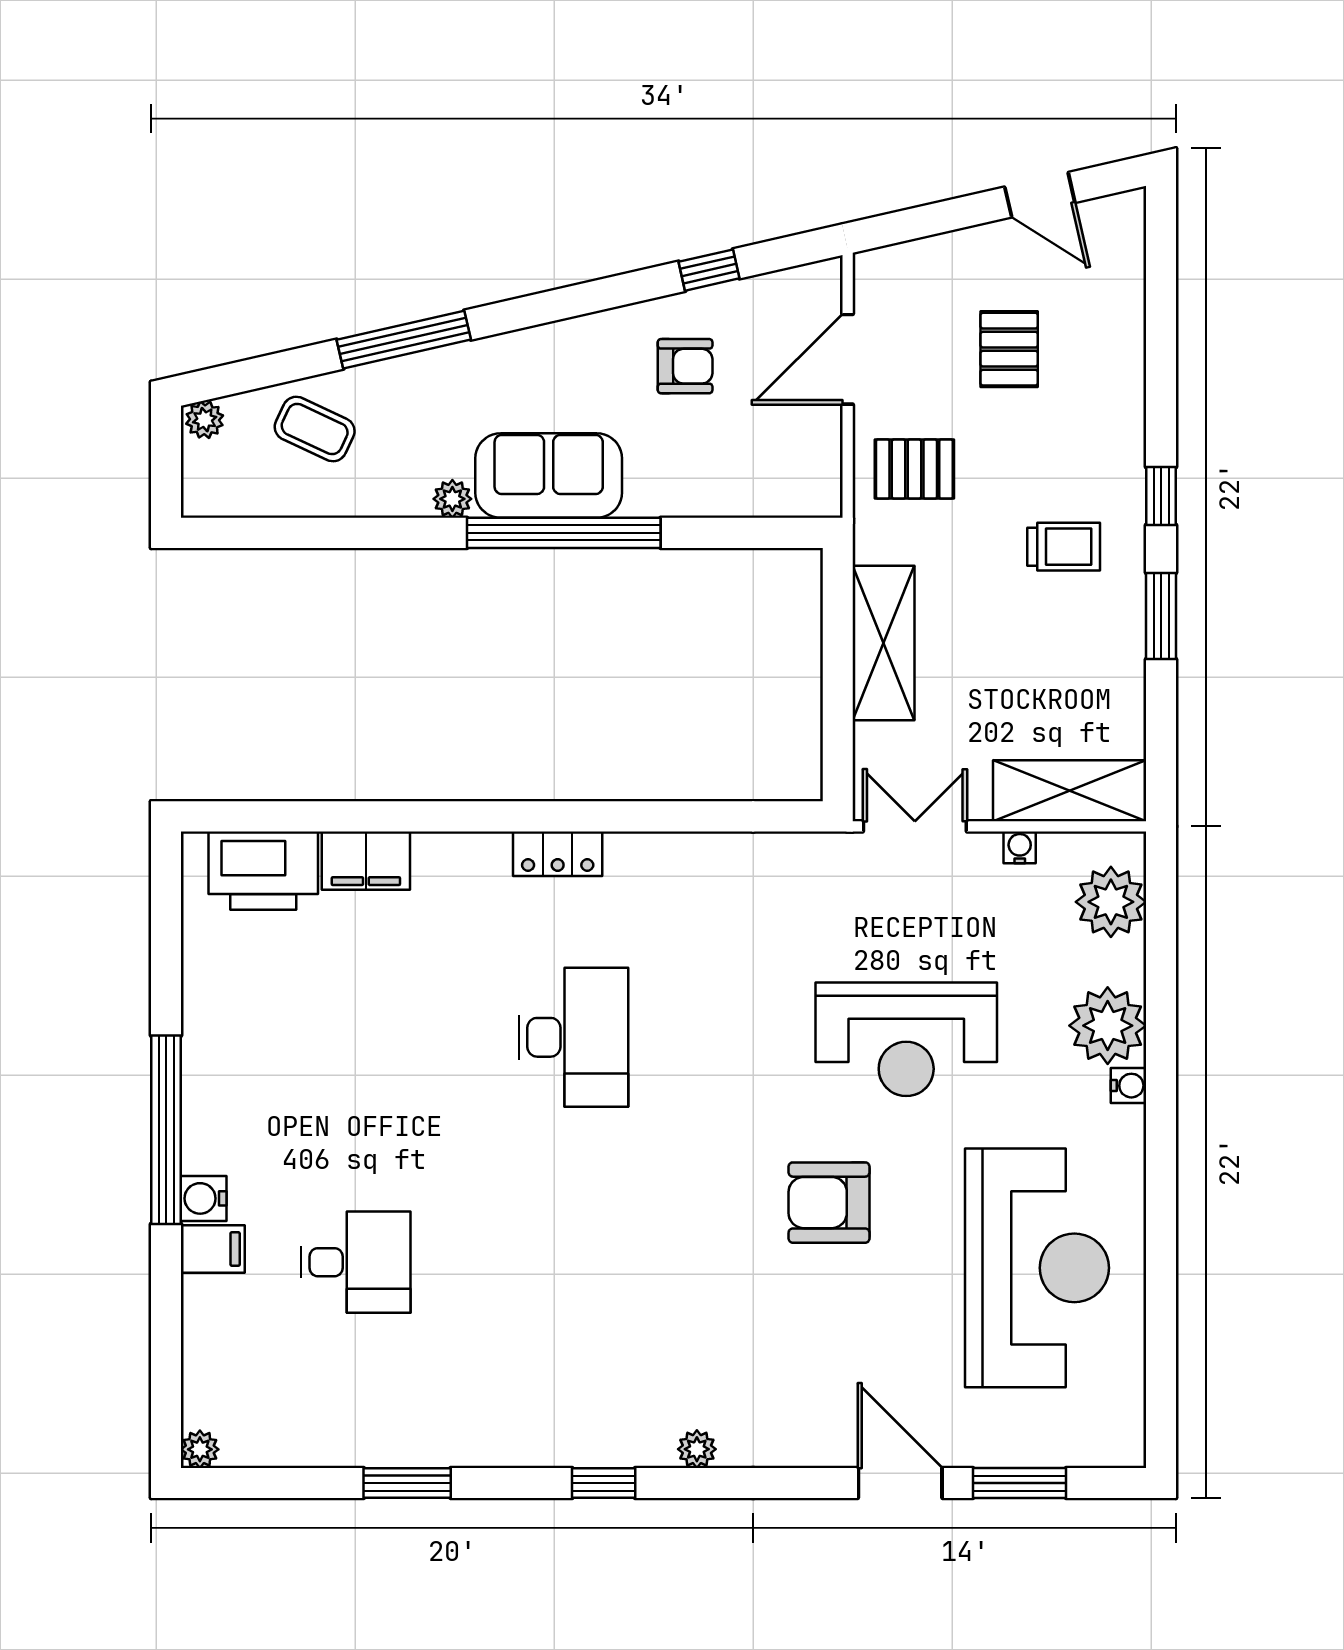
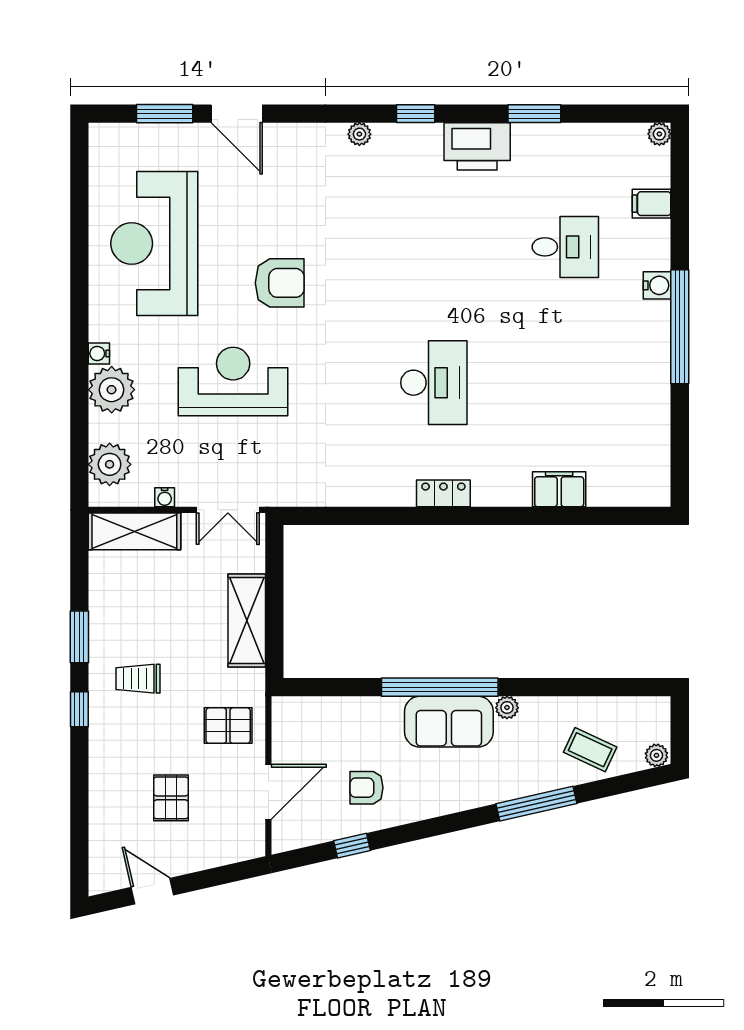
printer: (263, 871) -> (477, 146), moved, turned 180
desk: (573, 1037) -> (434, 383), turned 180
filing cabinet: (213, 1249) -> (652, 204), moved
desk: (356, 1262) -> (565, 247), turned 180

